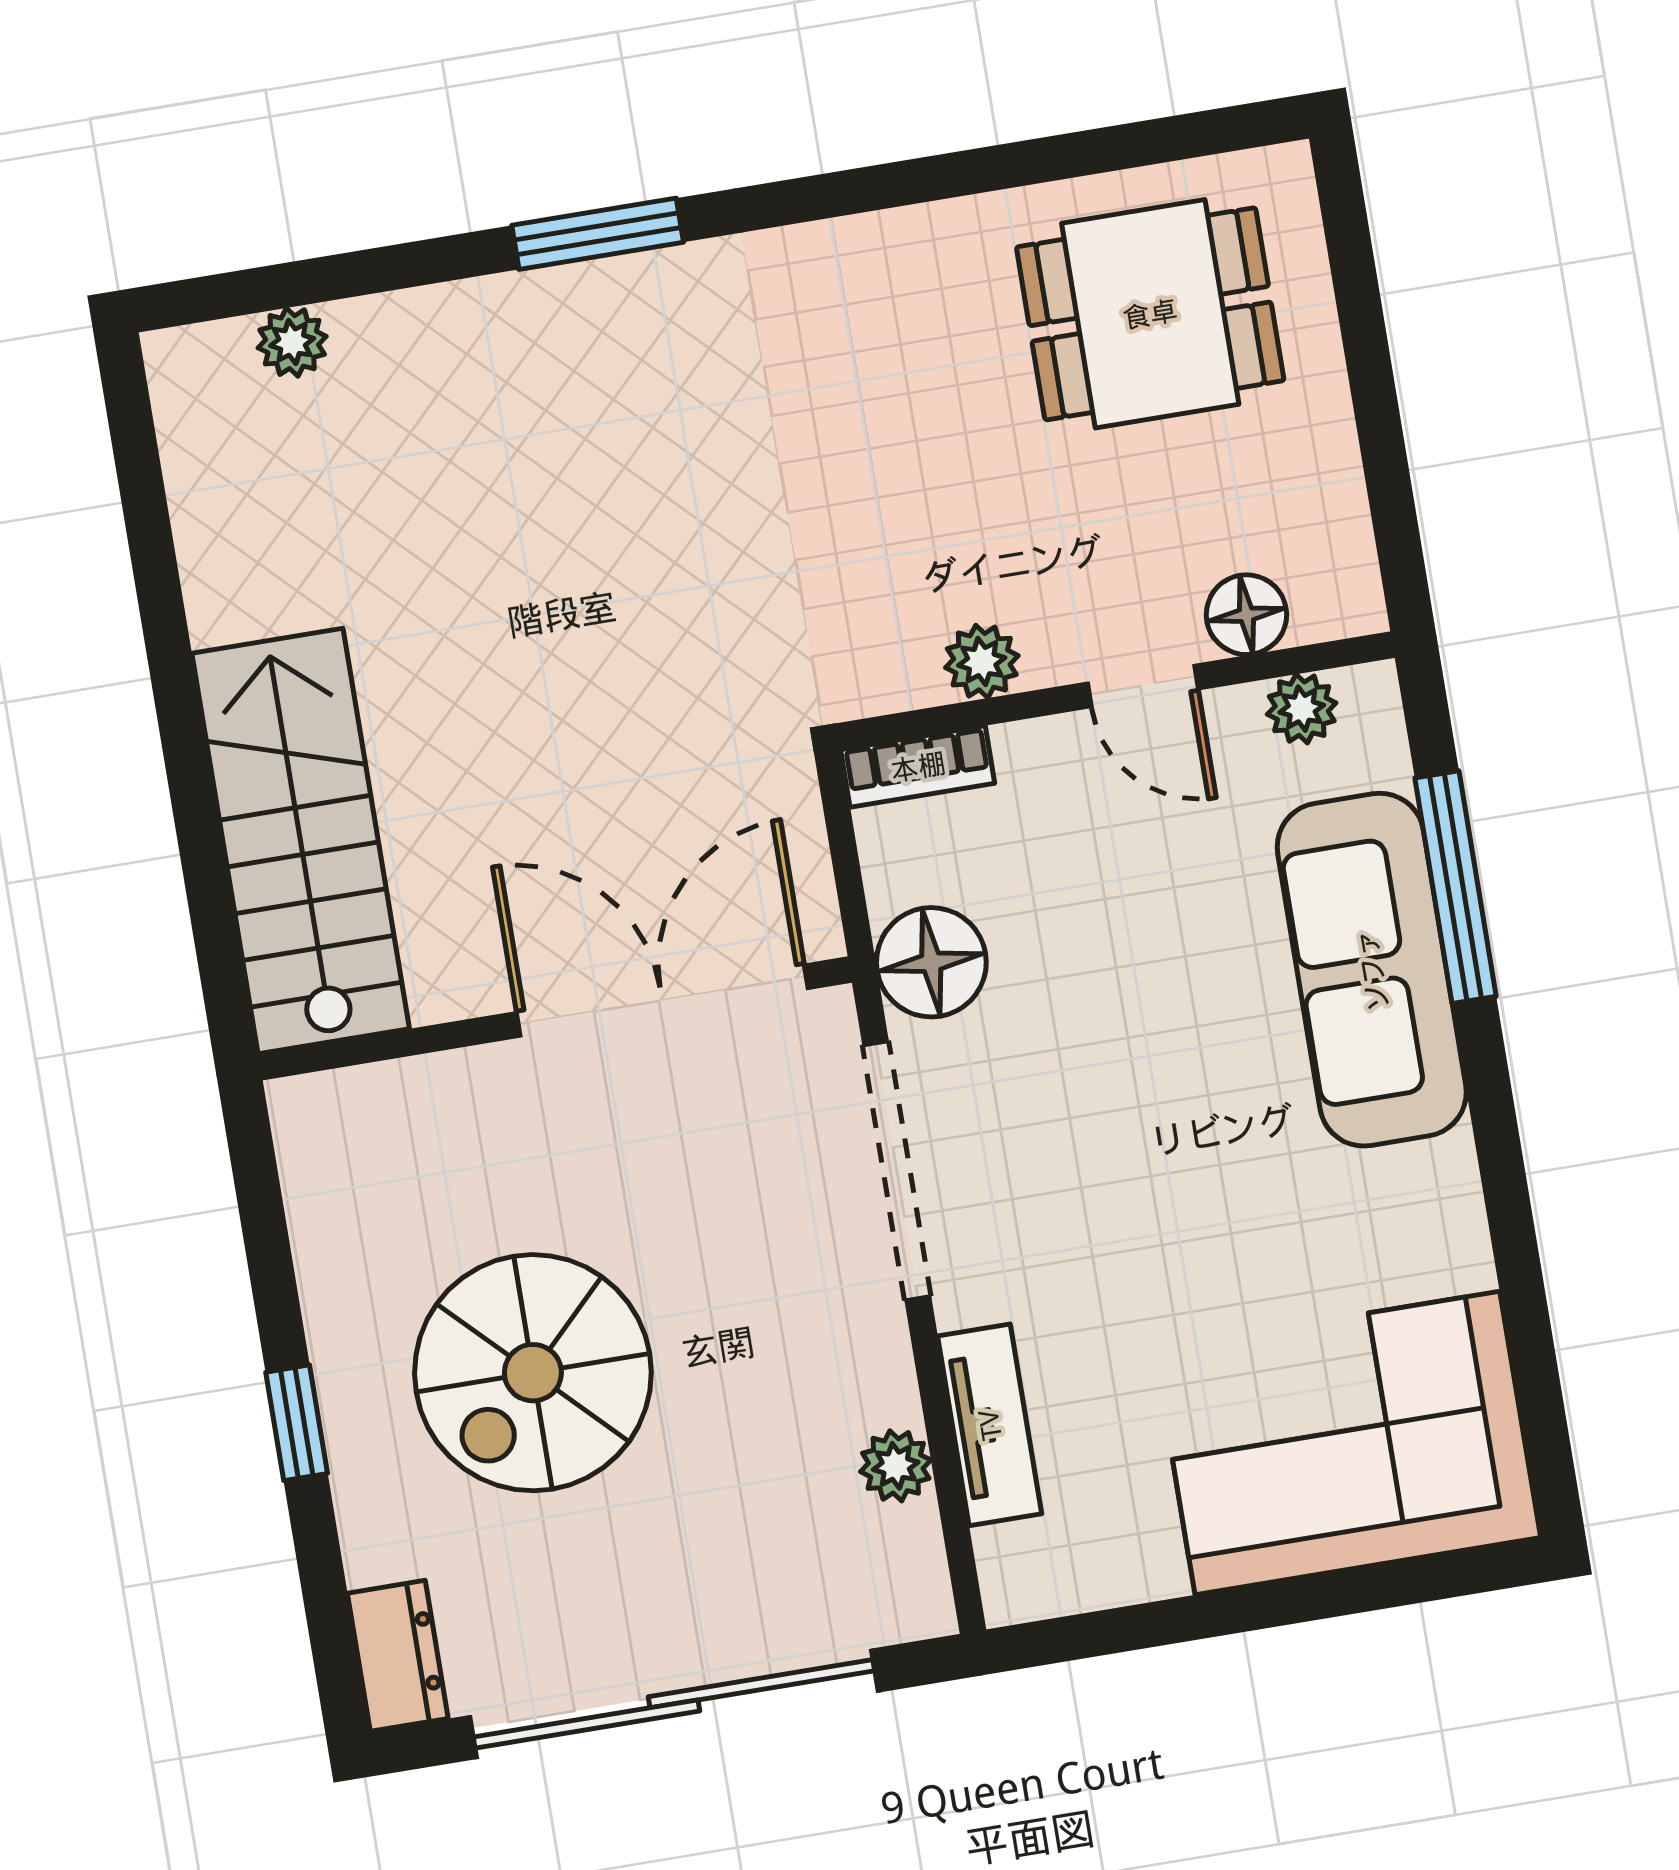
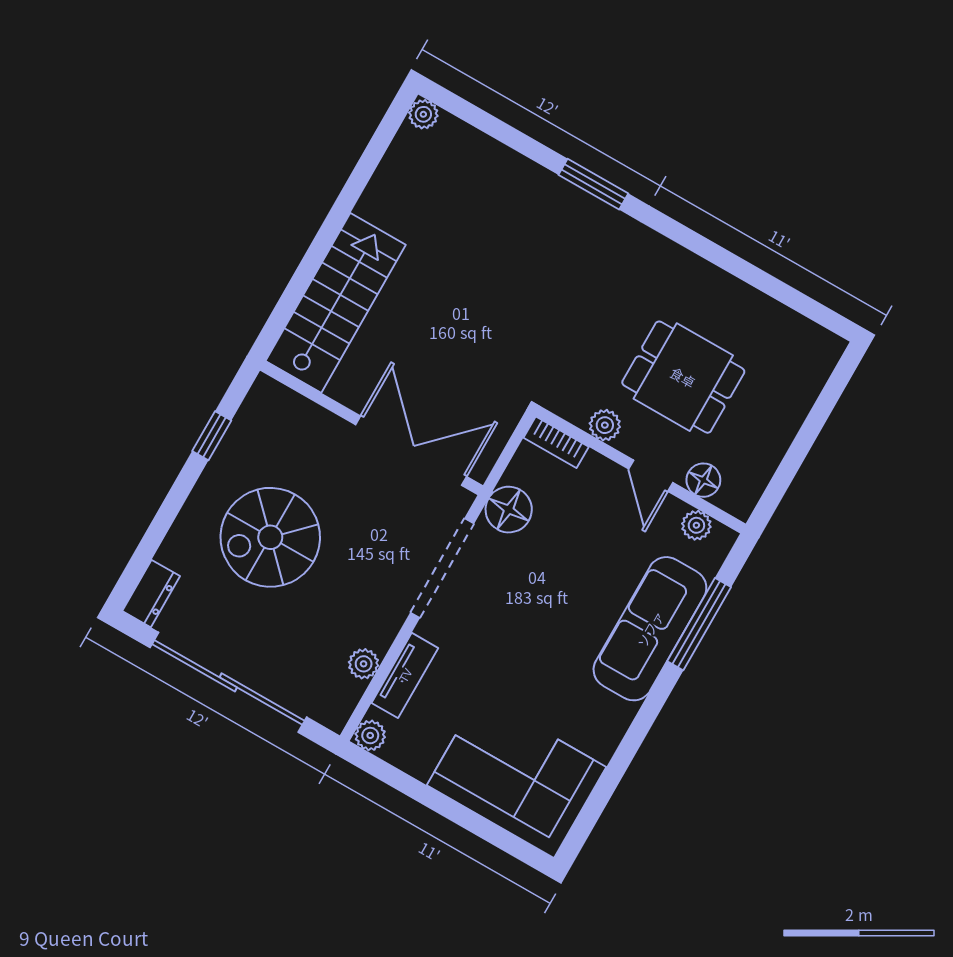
dining table: (1150, 314) -> (683, 377), moved
plant: (292, 342) -> (423, 114), moved
window: (297, 1423) -> (212, 436), moved
plant: (1016, 1588) -> (370, 735), added

